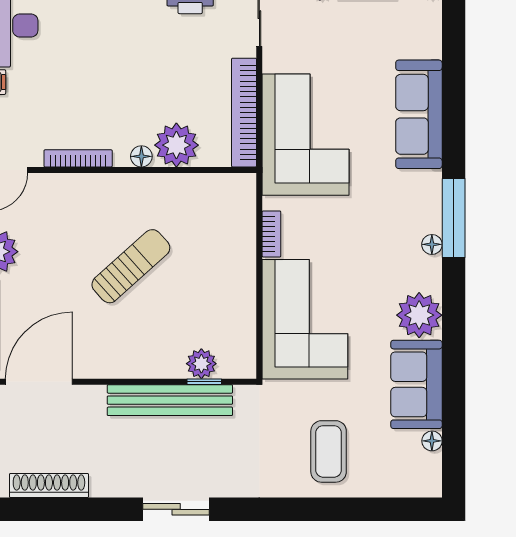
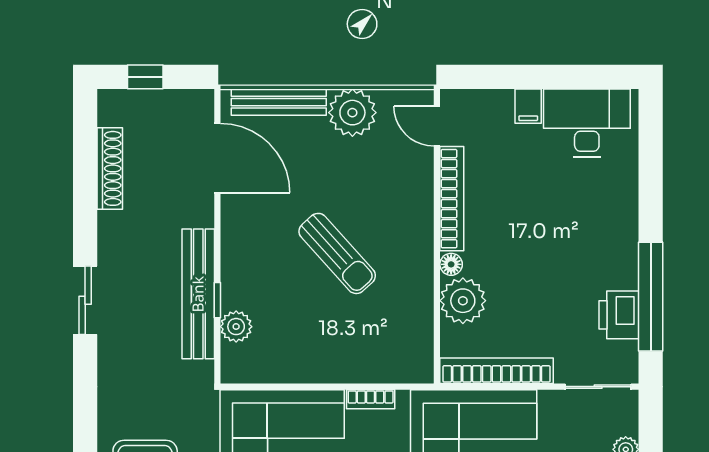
bookcase: (78, 158) -> (452, 199), width x1.48, depth x1.31
window: (204, 382) -> (217, 300), moved

